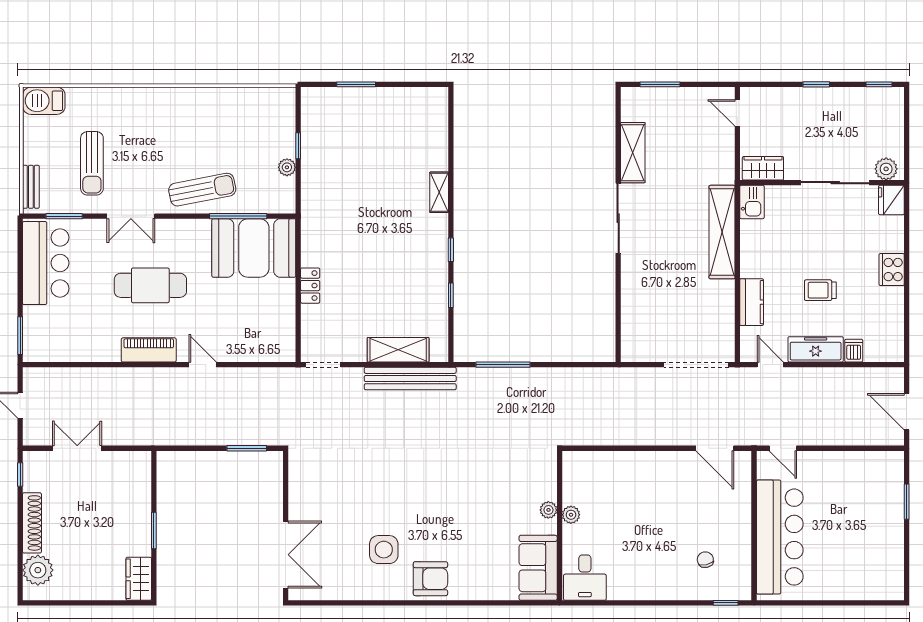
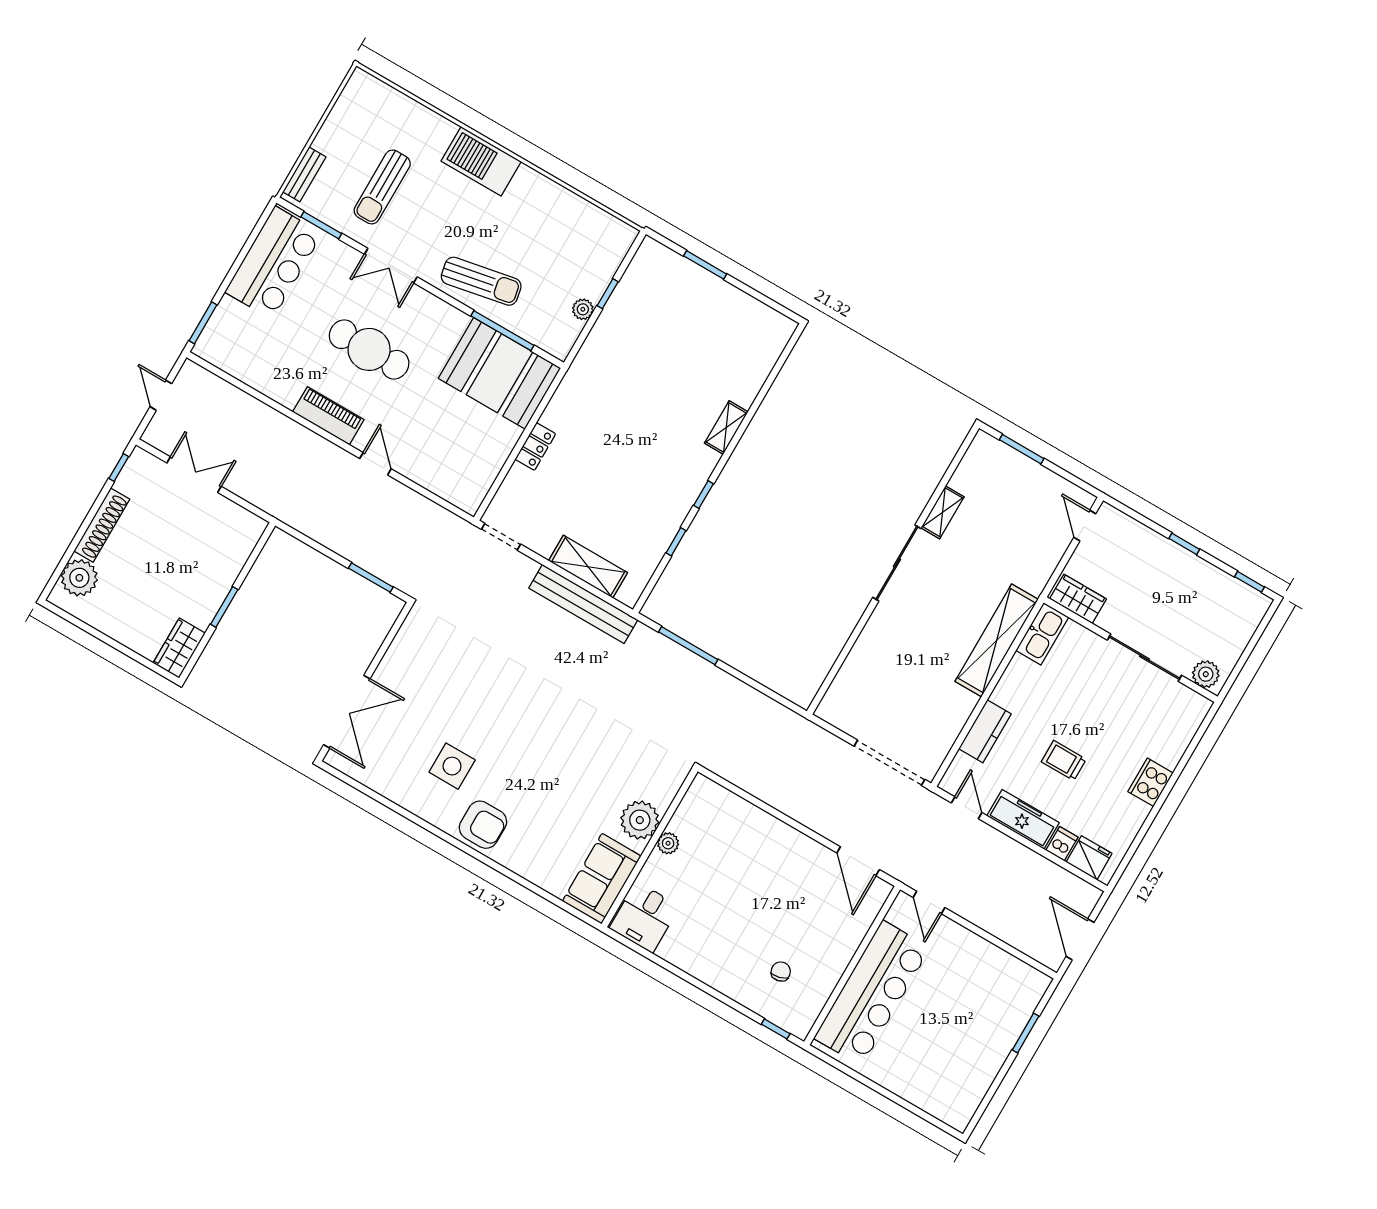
barbecue: (44, 101) -> (481, 161), moved, width x1.37, depth x1.21
shelving: (633, 153) -> (943, 512), width x0.67, depth x0.75
fridge: (891, 200) -> (1089, 858), moved, turned 90
kitchen sink: (752, 202) -> (1042, 634), width x1.38
plant: (548, 510) -> (640, 820), width x1.88, depth x1.88

